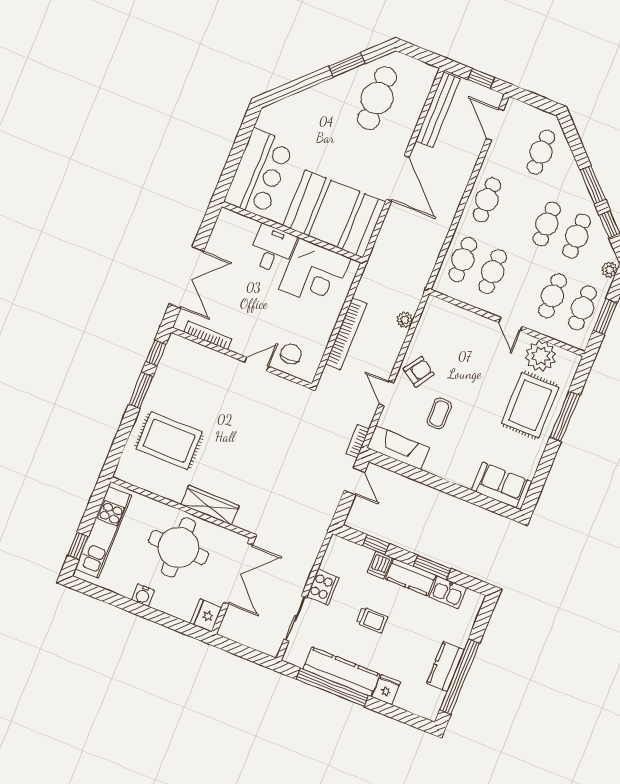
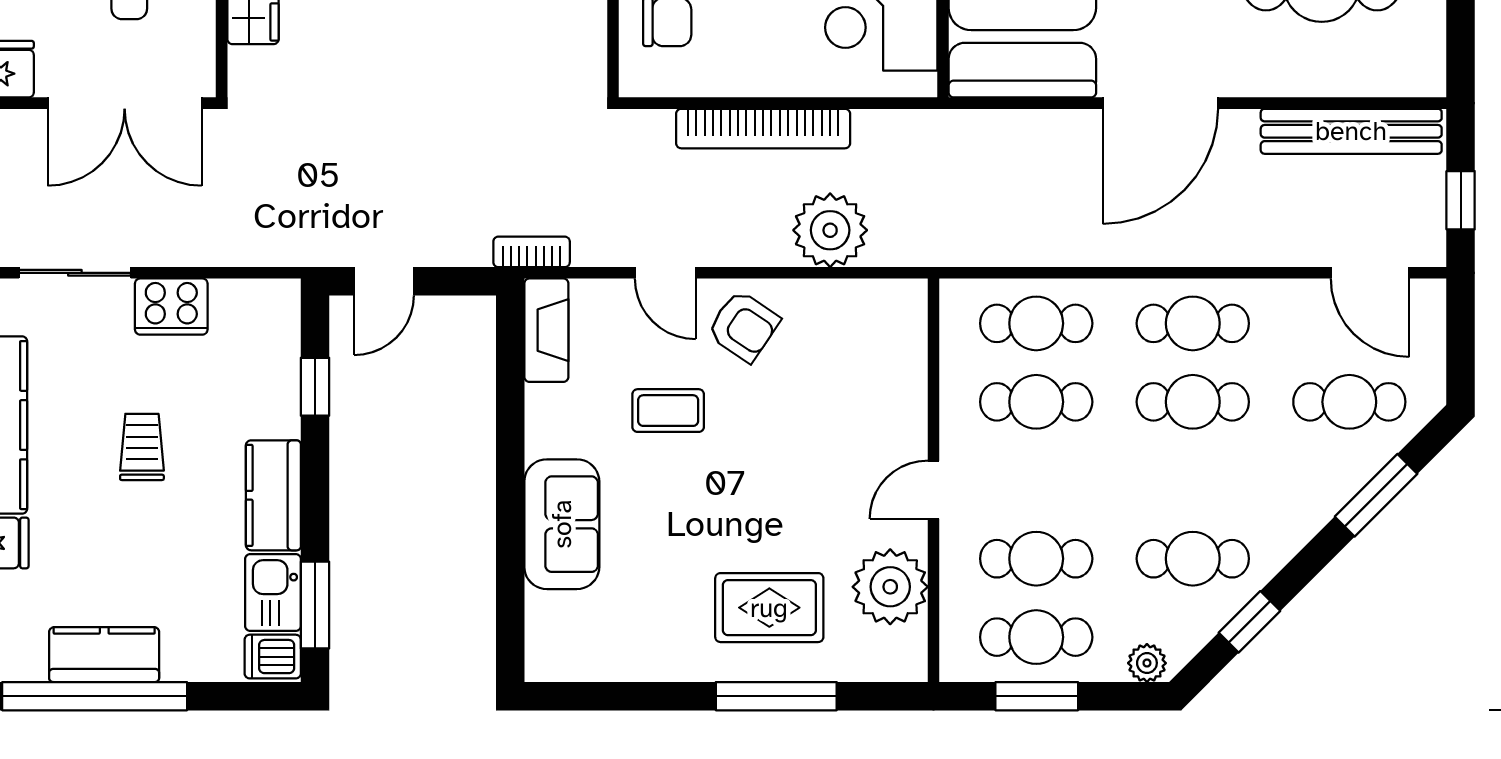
door: (495, 124) -> (1370, 273), swing flipped
window: (593, 185) -> (1376, 495), moved
cafe table: (547, 224) -> (1193, 402), moved
plant: (405, 320) -> (830, 230), width x1.87, depth x1.87
door: (386, 393) -> (665, 273), swing flipped
rug: (530, 405) -> (769, 608), width x0.73, depth x0.70
fireplace: (398, 448) -> (546, 330), width x0.73, depth x0.76
door: (354, 481) -> (384, 281), moved
sofa: (502, 486) -> (562, 524), moved
dishwasher: (380, 565) -> (273, 657), moved
window: (432, 567) -> (315, 605), moved
trolley: (372, 620) -> (142, 447), turned 180

